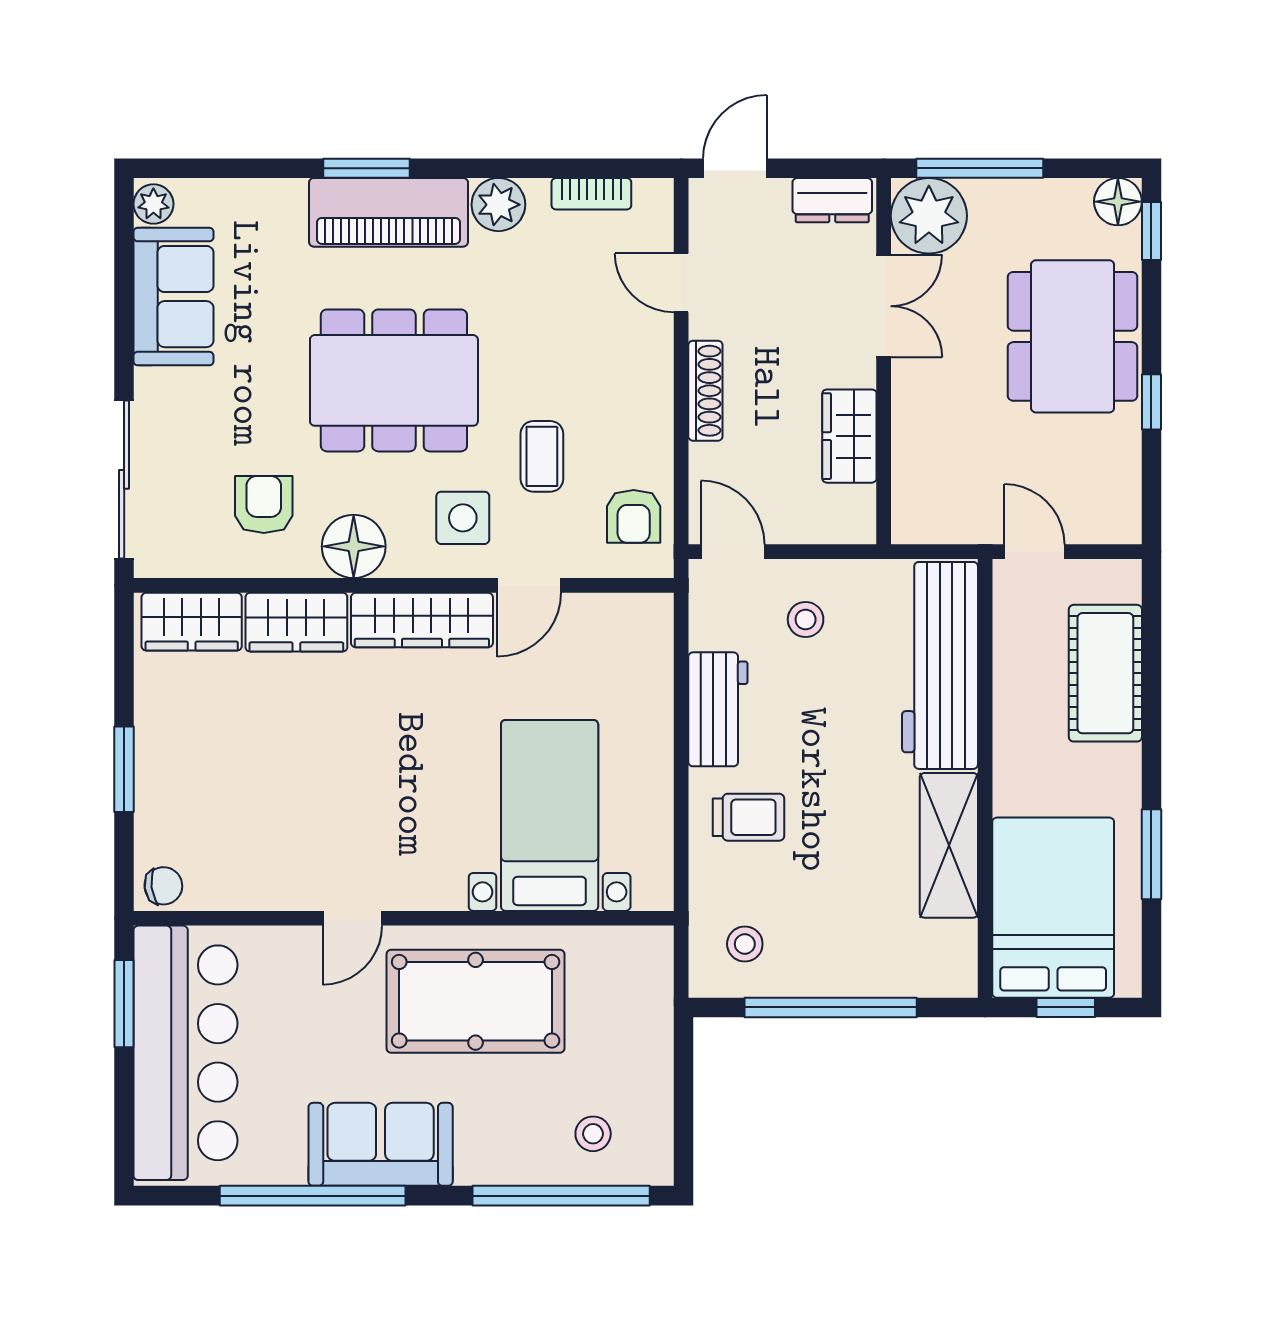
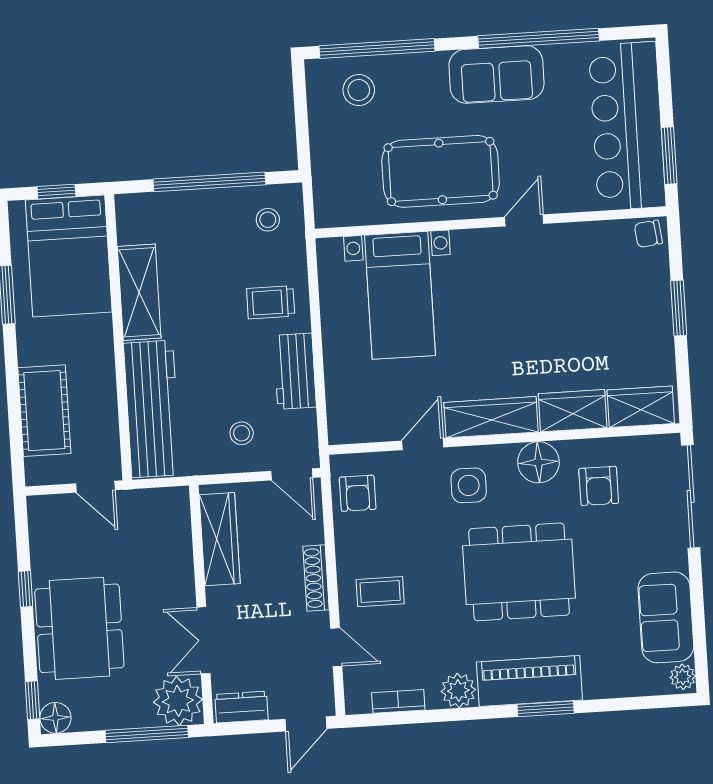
wardrobe: (849, 436) -> (220, 539), width x1.50
coffee table: (542, 456) -> (380, 592), moved, turned 90
armchair: (634, 516) -> (358, 493), turned 180
stool: (593, 1134) -> (359, 90), width x1.37, depth x1.37

